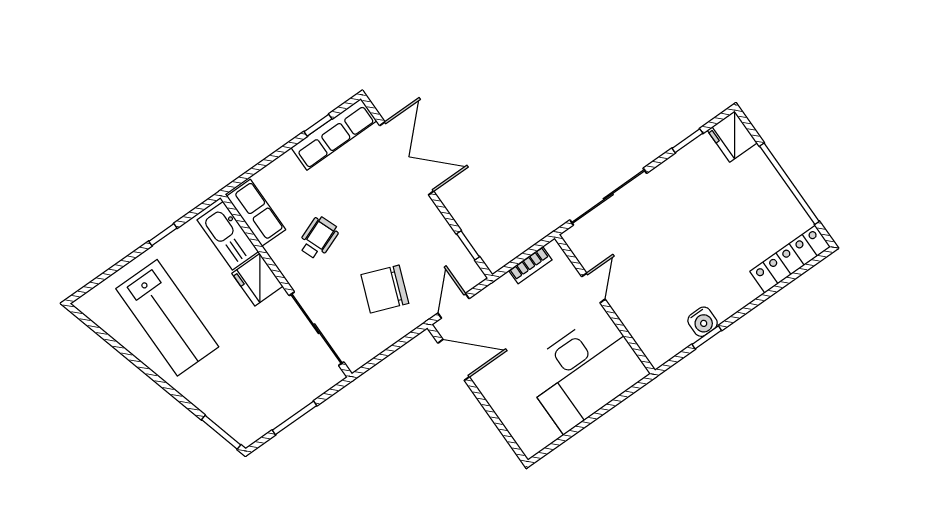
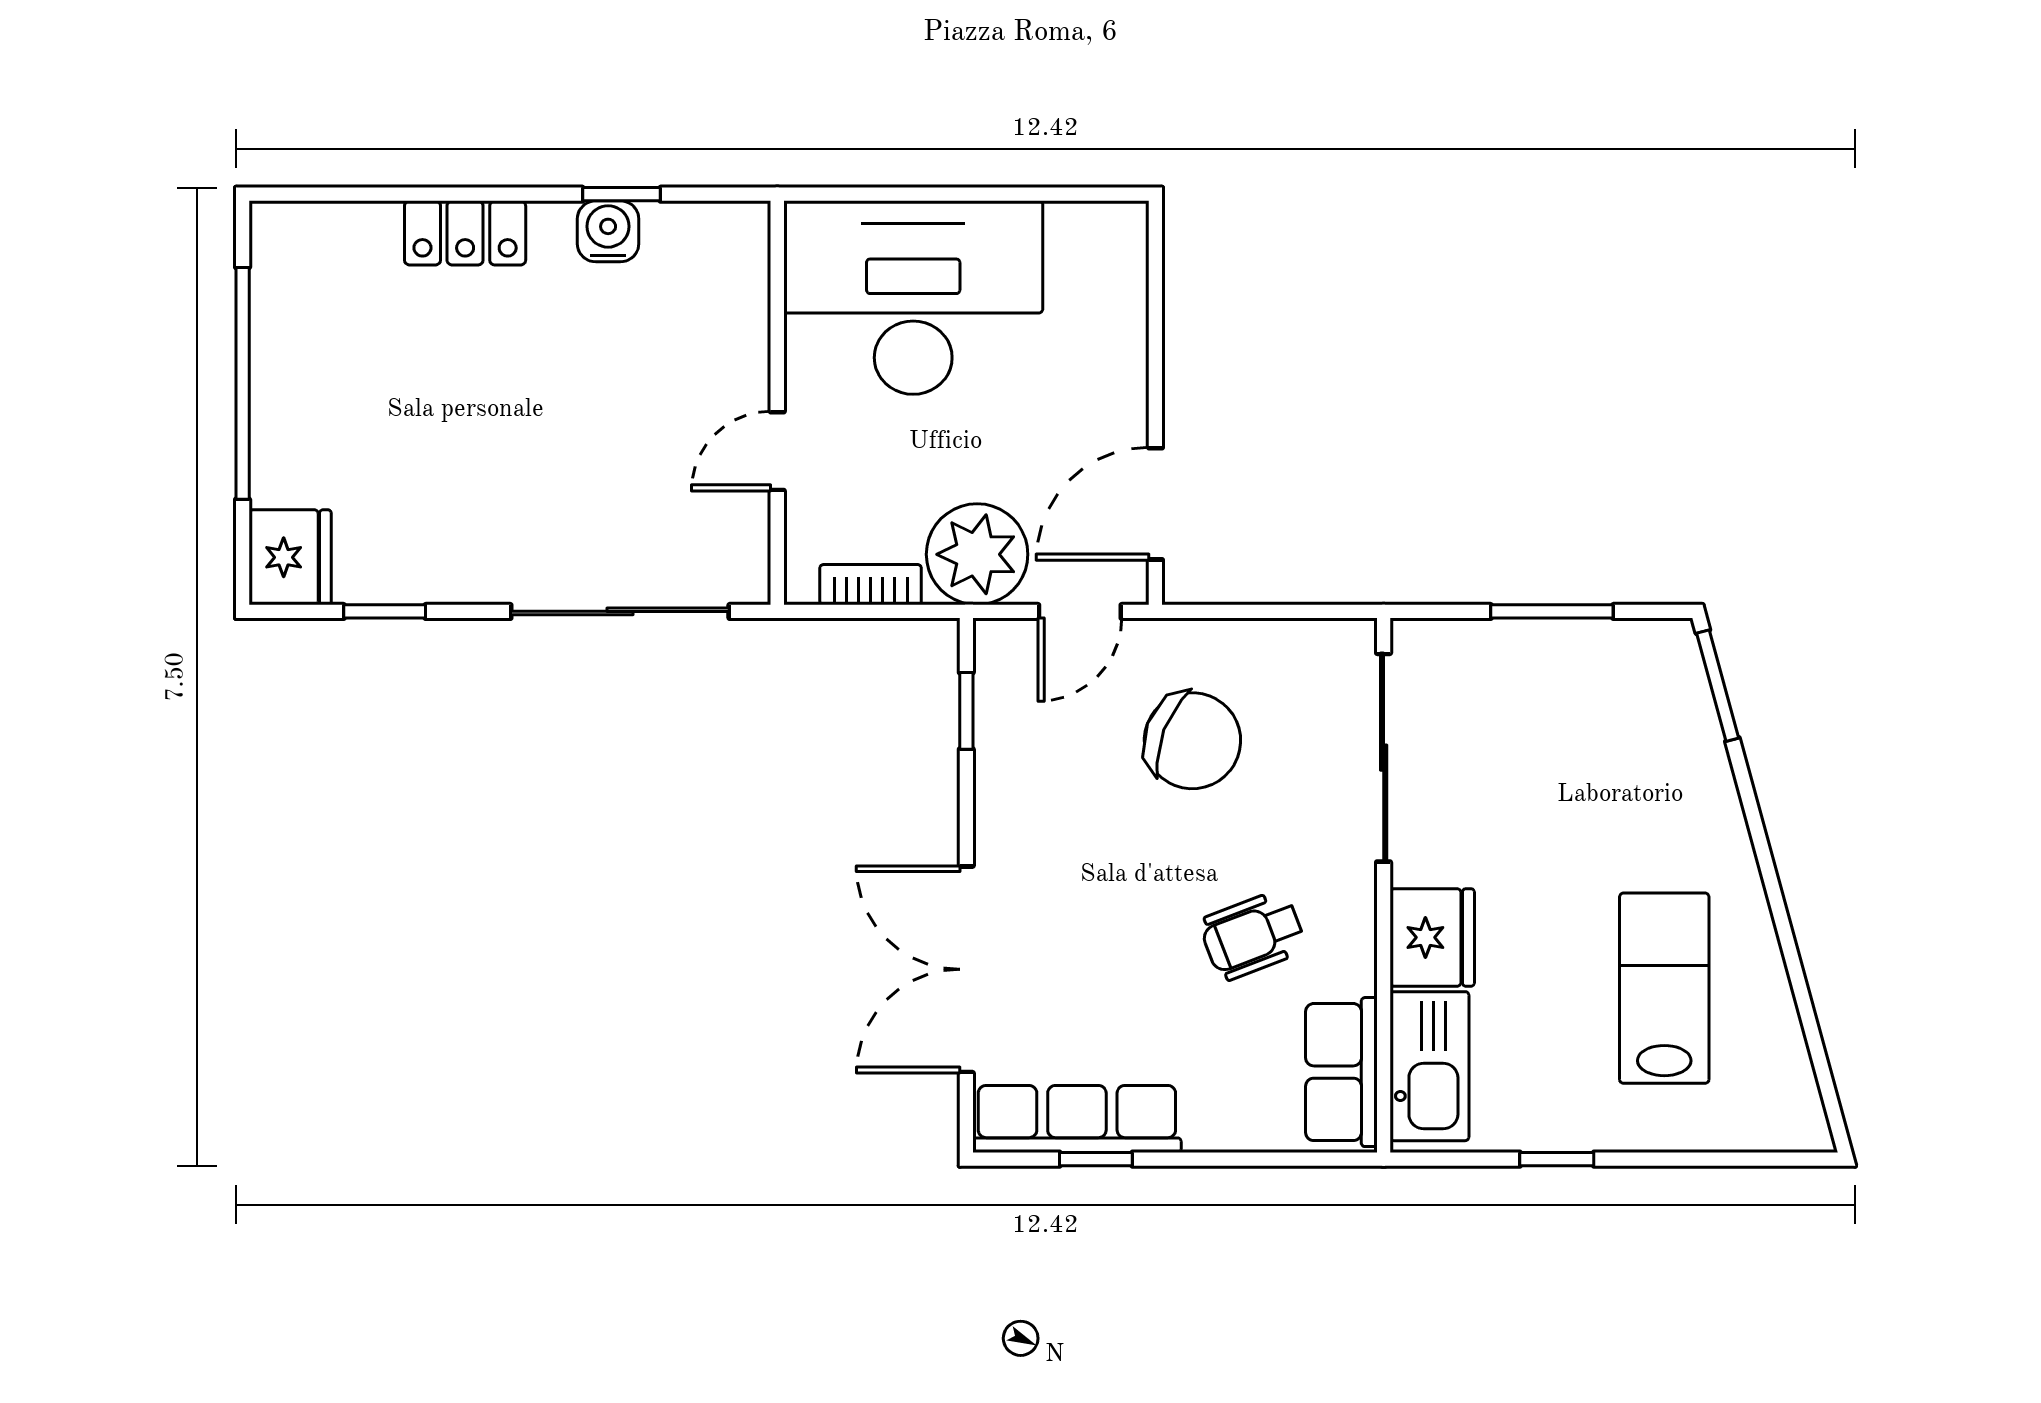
locker: (790, 259) -> (465, 233), moved, width x0.66
plant: (502, 301) -> (977, 554), added
lab bench: (167, 318) -> (1664, 988), width x0.73, depth x0.72
door: (454, 360) -> (1155, 504), hinge flipped

